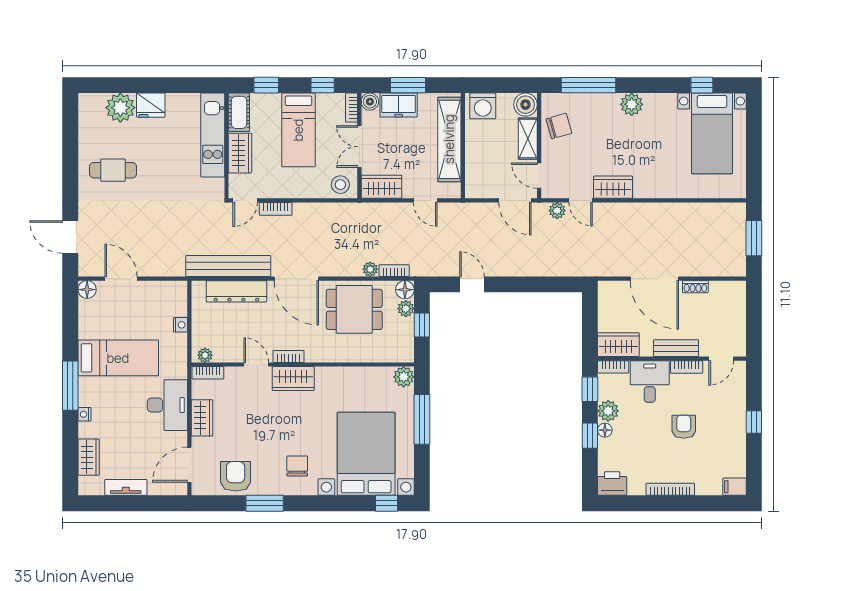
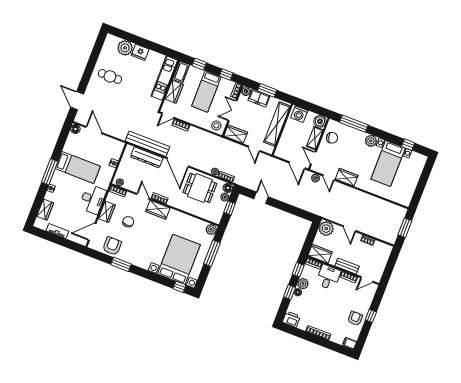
bed with nightstands: (712, 133) -> (388, 164), moved
door: (654, 279) -> (350, 229), width x0.53
plant: (612, 295) -> (326, 229), added
armchair: (684, 427) -> (355, 318), moved
chair: (297, 466) -> (128, 222), moved

